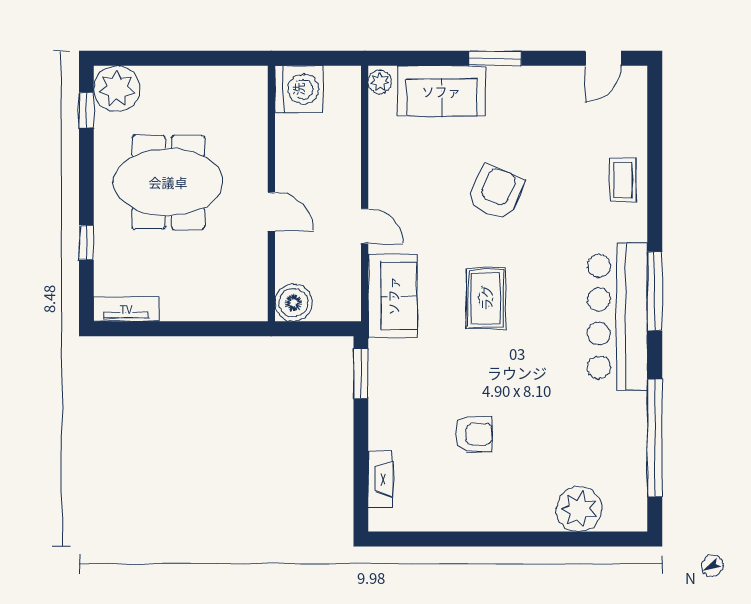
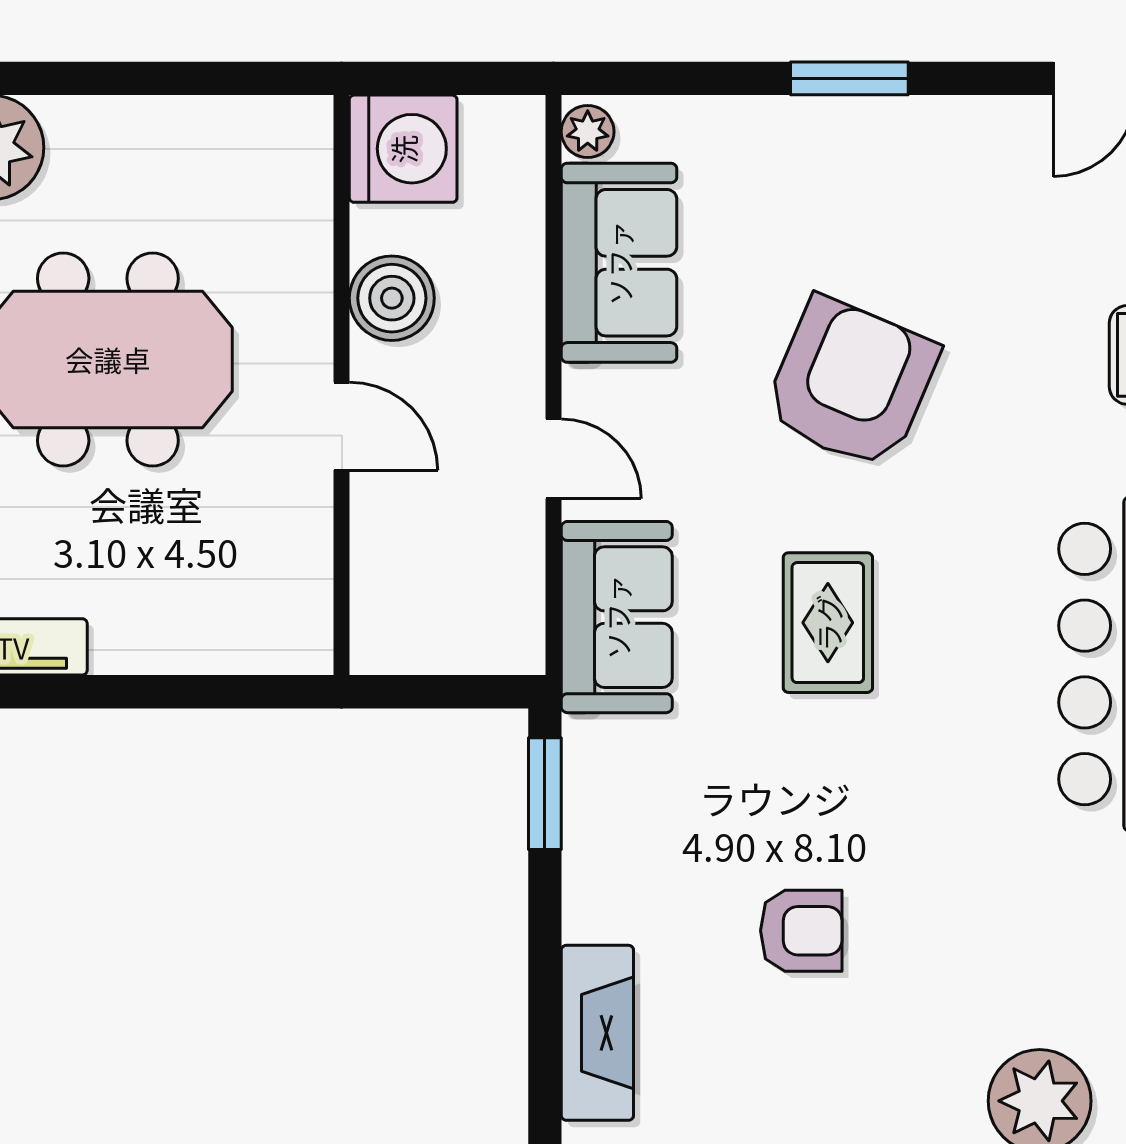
sofa: (441, 91) -> (619, 263), moved, turned -90
armchair: (496, 193) -> (851, 383), width x1.36, depth x1.36
boiler: (293, 303) -> (392, 298), moved
fireplace: (380, 479) -> (597, 1033), width x1.37, depth x1.32

